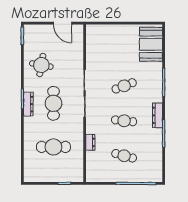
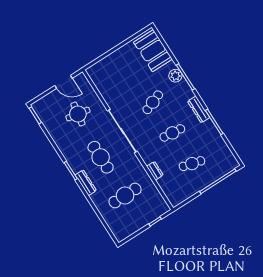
round table: (41, 65) -> (78, 114), moved
plant: (156, 76) -> (175, 76), added
dresser: (28, 104) -> (86, 183), moved

